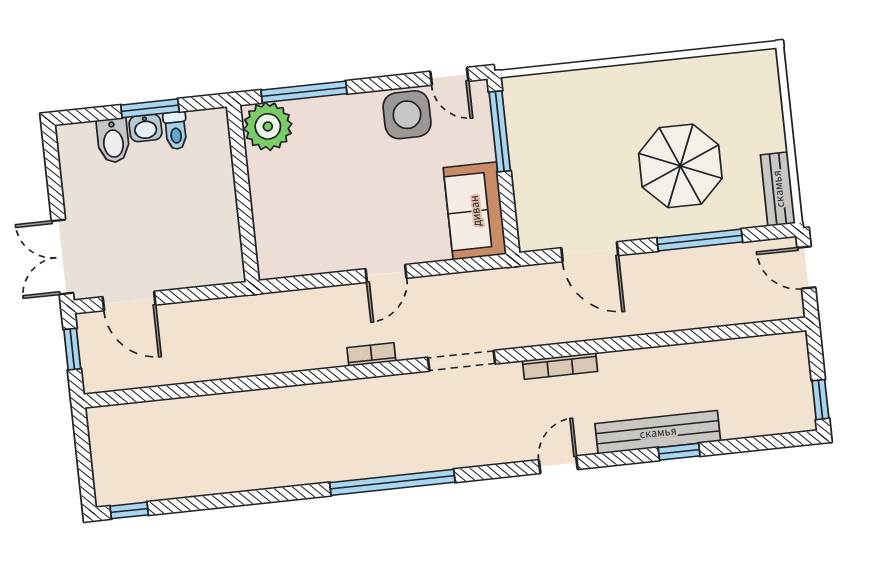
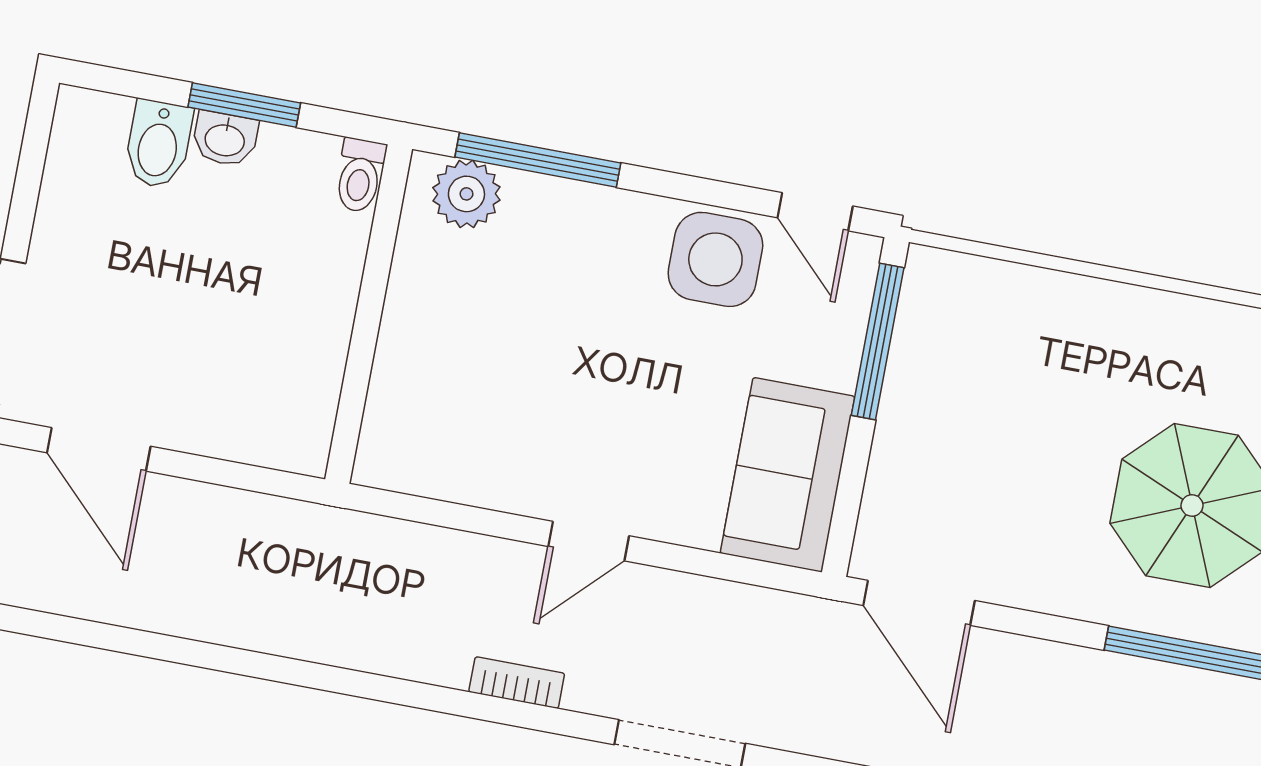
plant: (268, 126) -> (466, 194), width x0.73, depth x0.73
toilet: (176, 130) -> (360, 175), moved
door: (590, 252) -> (919, 603), moved

